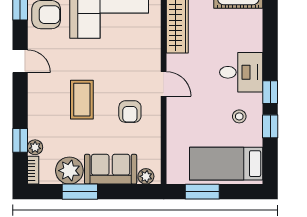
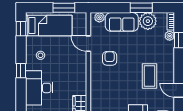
desk: (241, 72) -> (39, 88), width x1.37
door: (164, 84) -> (88, 44), moved
coffee table: (82, 100) -> (149, 76), moved
window: (270, 126) -> (21, 29), moved

